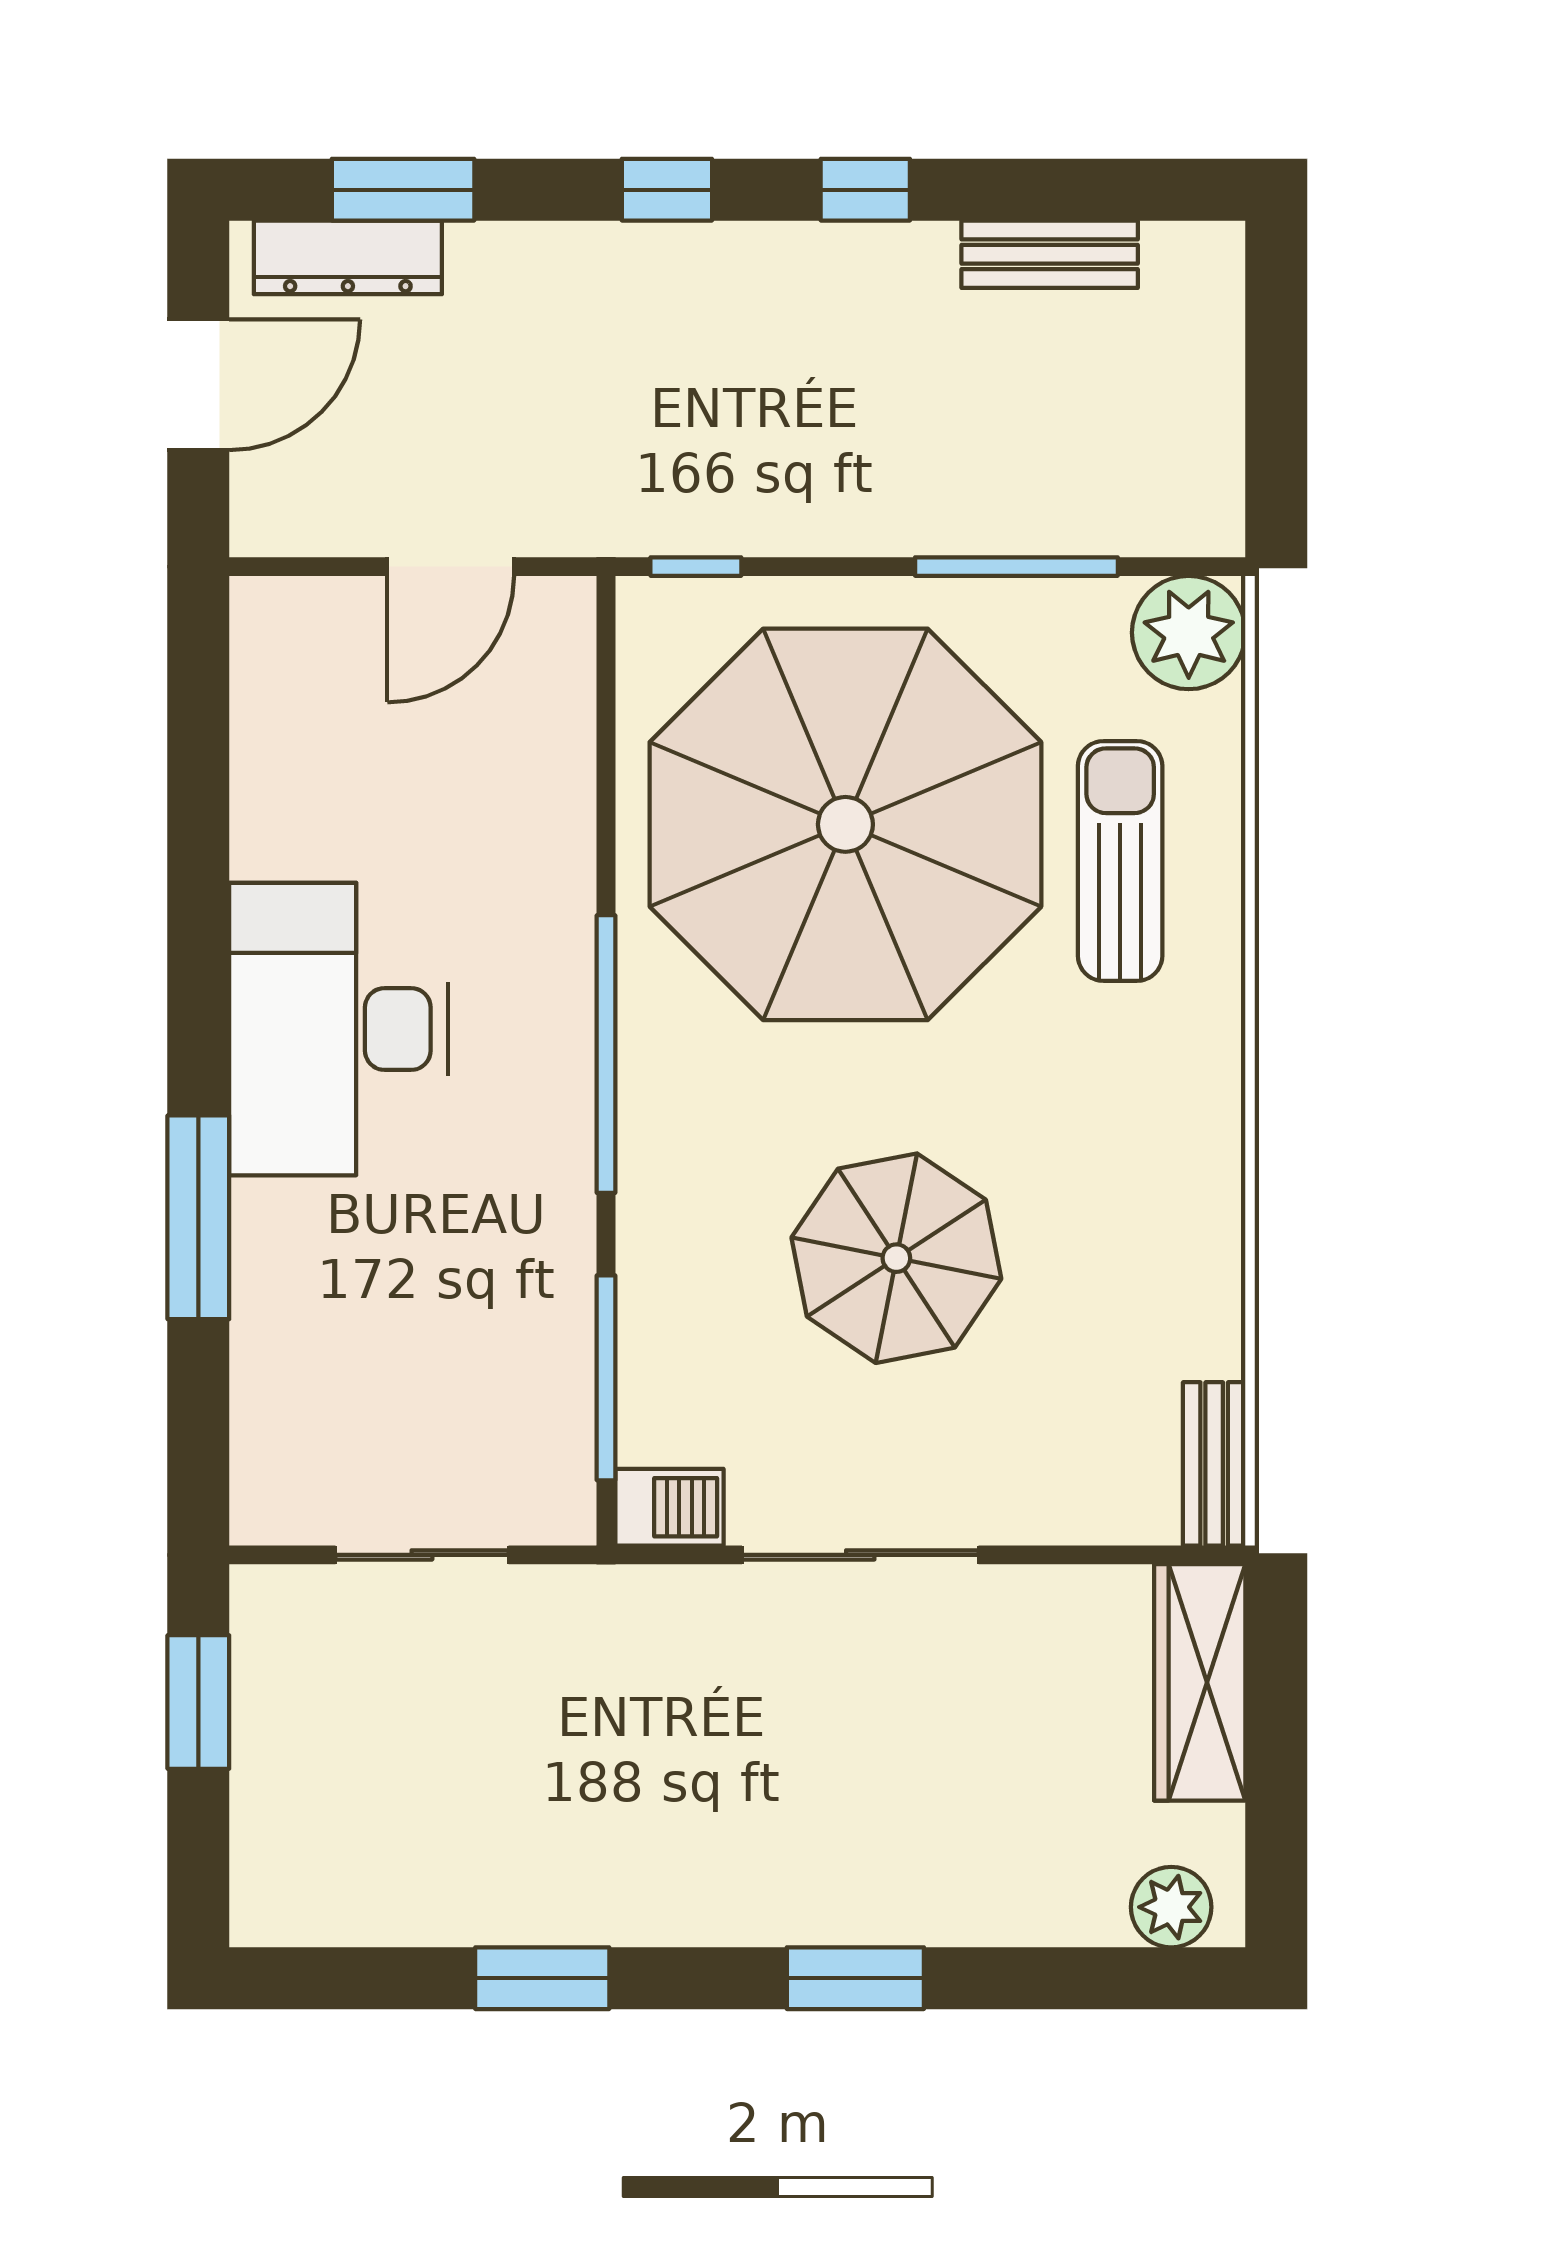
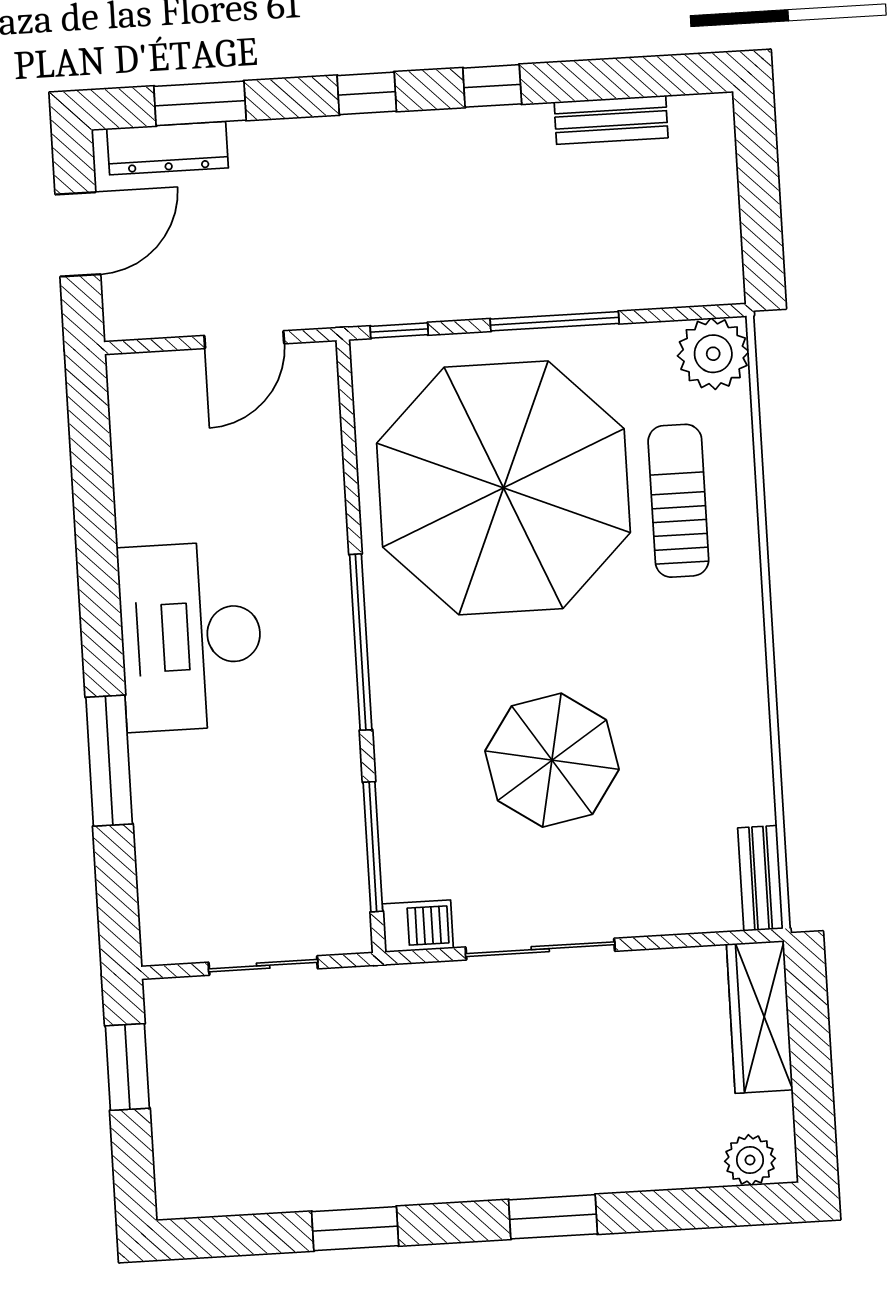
window: (1016, 567) -> (555, 321), moved

